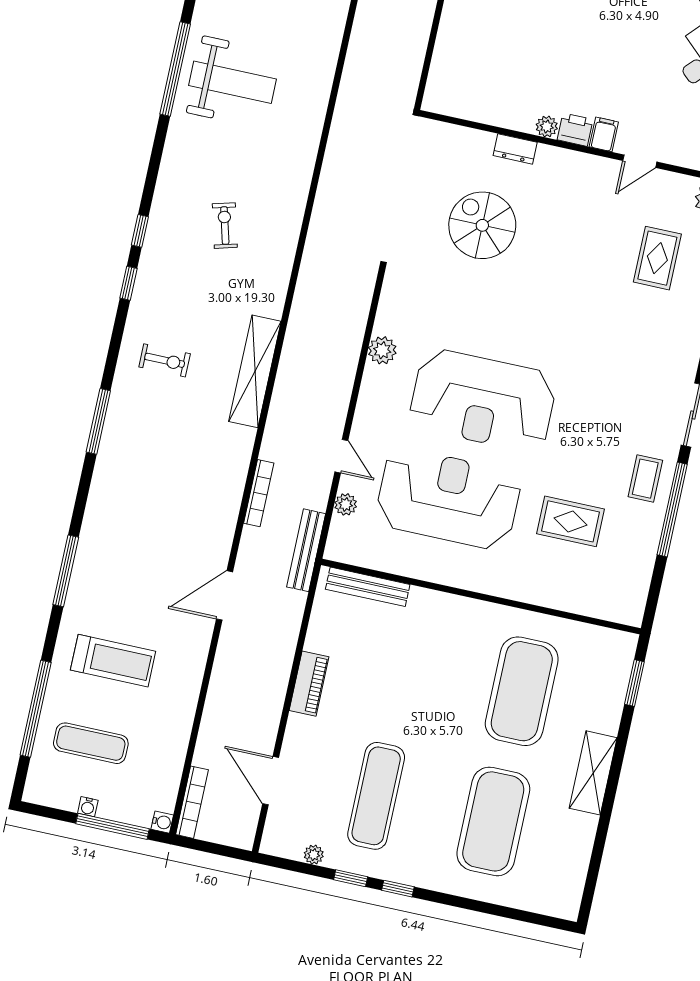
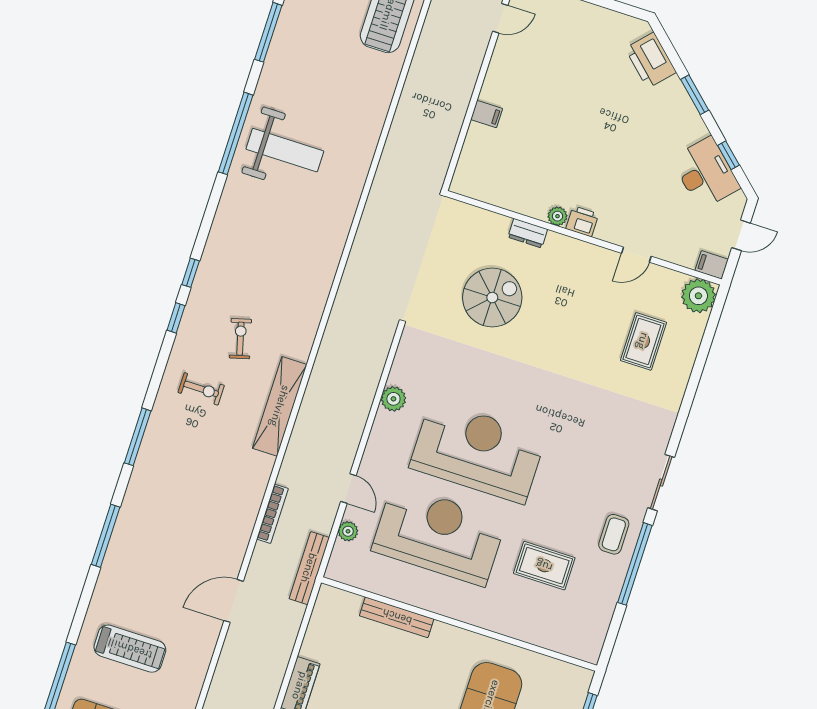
filing cabinet: (604, 134) -> (487, 114), moved, turned 90
spiral stairs: (482, 225) -> (492, 298), turned 90
exercise bike: (225, 226) -> (240, 339), moved
reception desk: (483, 400) -> (478, 452), turned 180
window: (66, 571) -> (106, 536), moved
bench: (368, 587) -> (397, 617), moved

